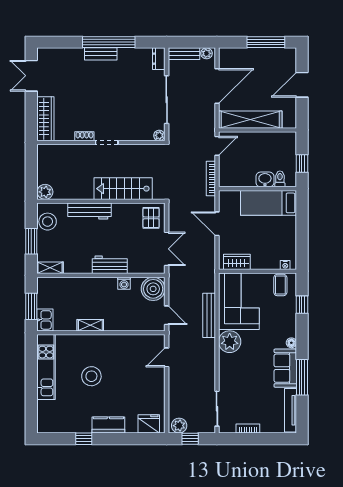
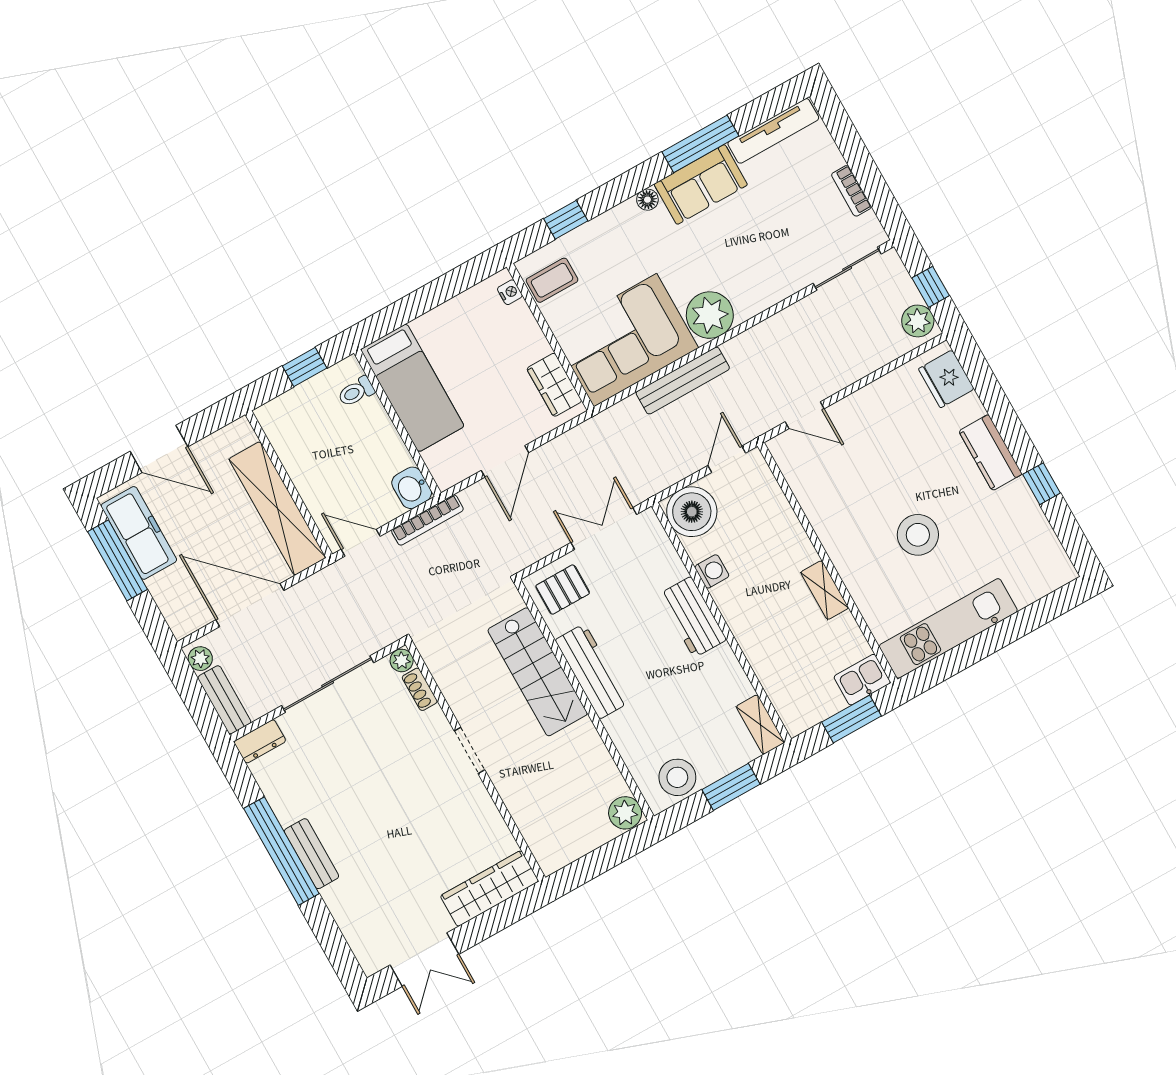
freezer: (272, 57) -> (139, 533), added
shoe rack: (84, 136) -> (420, 689), moved
washbasin: (265, 179) -> (412, 488), moved
workbench: (89, 211) -> (592, 671), moved

